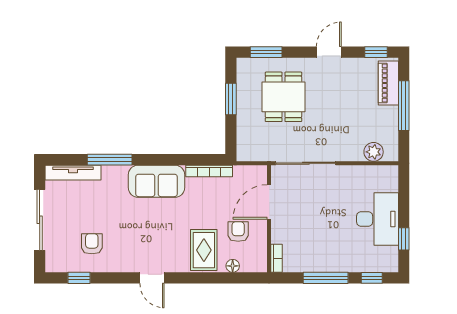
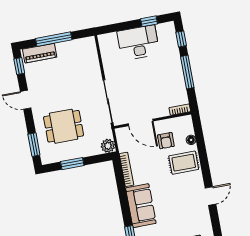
plant: (374, 152) -> (108, 146), moved
armchair: (238, 232) -> (166, 141), turned -90

